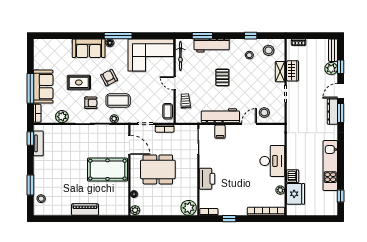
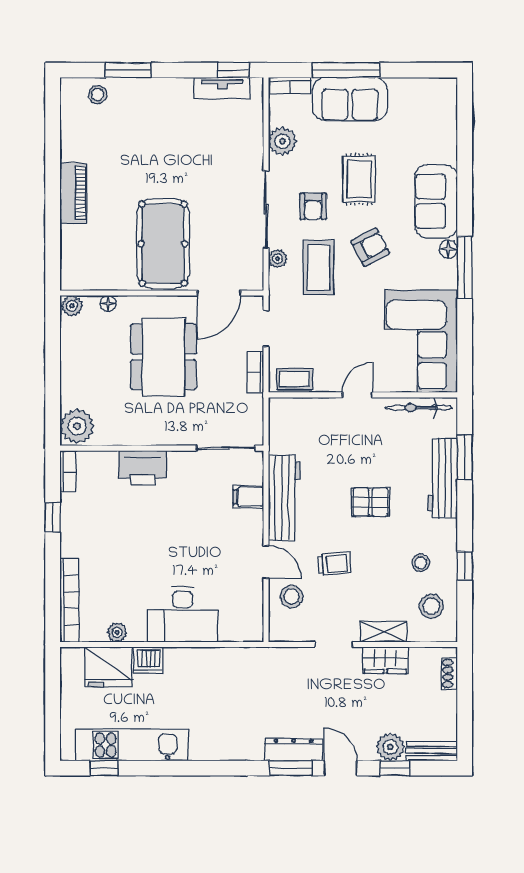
trolley: (185, 101) -> (334, 564), moved
kitchen unit: (330, 166) -> (132, 745), moved

